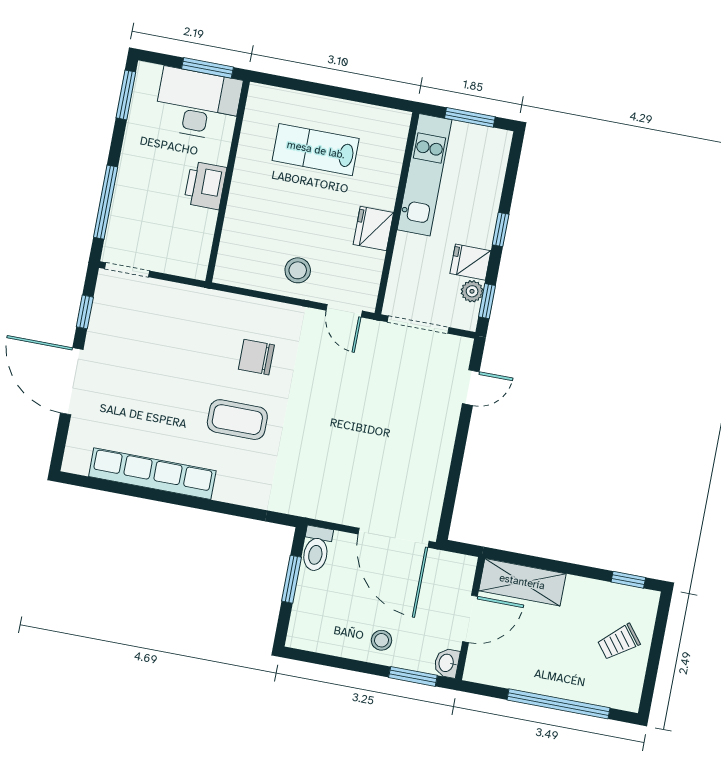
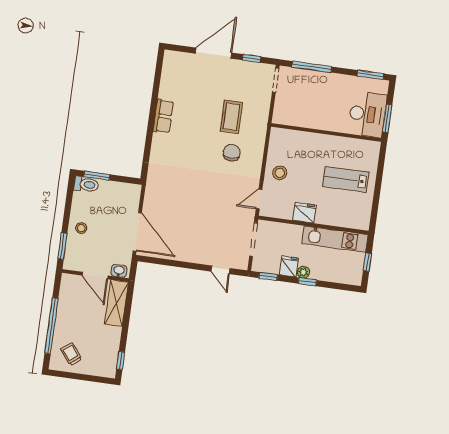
window: (470, 117) -> (367, 262), width x0.67
lab bench: (316, 150) -> (346, 179), turned -90
printer: (205, 185) -> (323, 120), removed
plant: (472, 291) -> (304, 272), moved
coffee table: (237, 420) -> (231, 117), moved
row of seats: (152, 474) -> (163, 116), width x0.50
door: (393, 538) -> (137, 232), swing flipped
toilet: (316, 549) -> (86, 184), moved, turned 180
window: (291, 579) -> (97, 176), moved
trolley: (619, 642) -> (71, 354), moved
washbasin: (447, 663) -> (119, 271), moved

